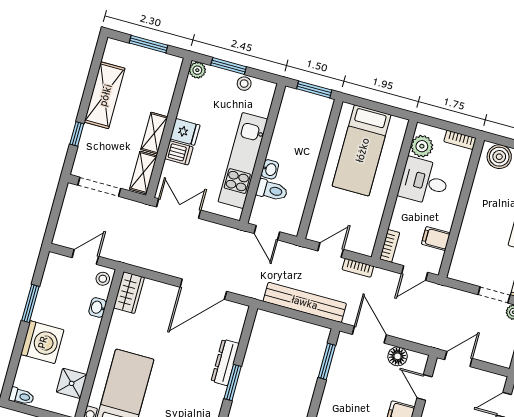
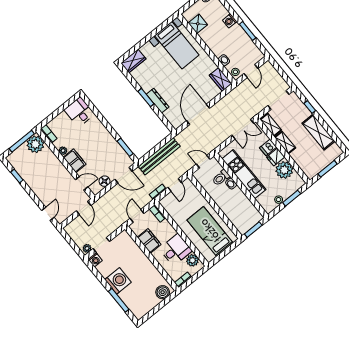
plant: (197, 70) -> (284, 170), moved, width x1.88, depth x1.88
filing cabinet: (436, 239) -> (149, 241), width x2.00
washing machine: (42, 342) -> (230, 21), width x0.53, depth x0.53

